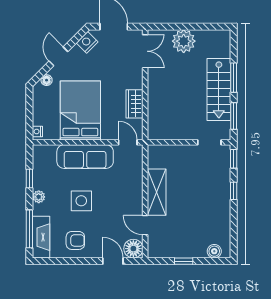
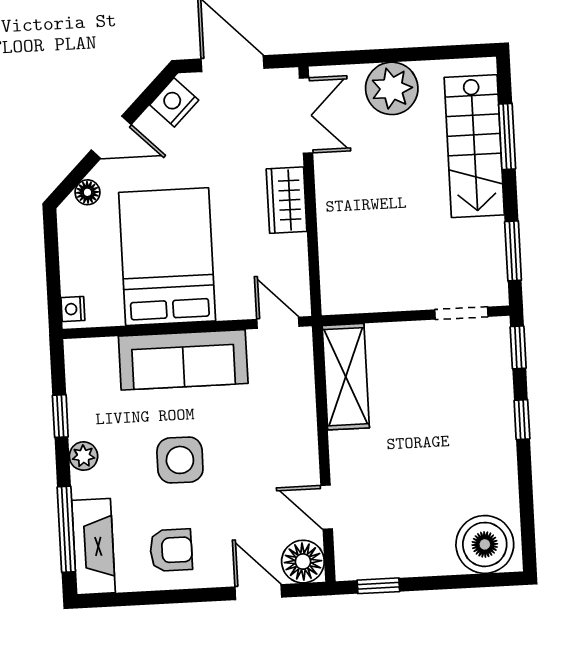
door: (58, 56) -> (111, 137), swing flipped
window: (234, 78) -> (507, 137), moved
stairs: (219, 90) -> (474, 146), moved
wardrobe: (135, 104) -> (287, 200), moved
shelving: (157, 192) -> (346, 377), moved
boiler: (214, 251) -> (485, 544), width x1.86, depth x1.86
window: (184, 261) -> (378, 586), moved

